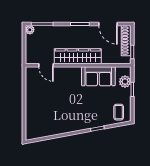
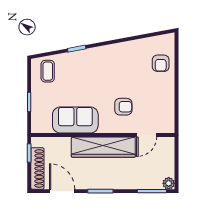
door: (46, 65) -> (147, 135), swing flipped
plant: (125, 82) -> (39, 113), removed
armchair: (63, 86) -> (123, 107), added
armchair: (36, 118) -> (161, 63), added

